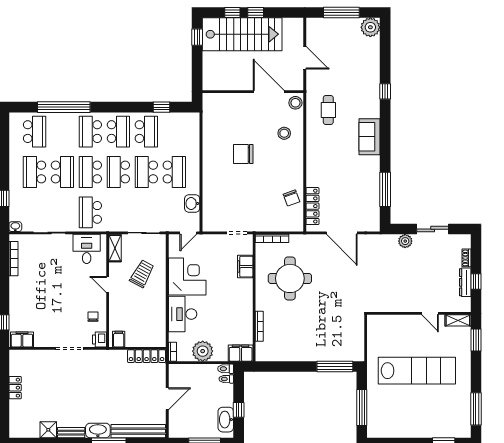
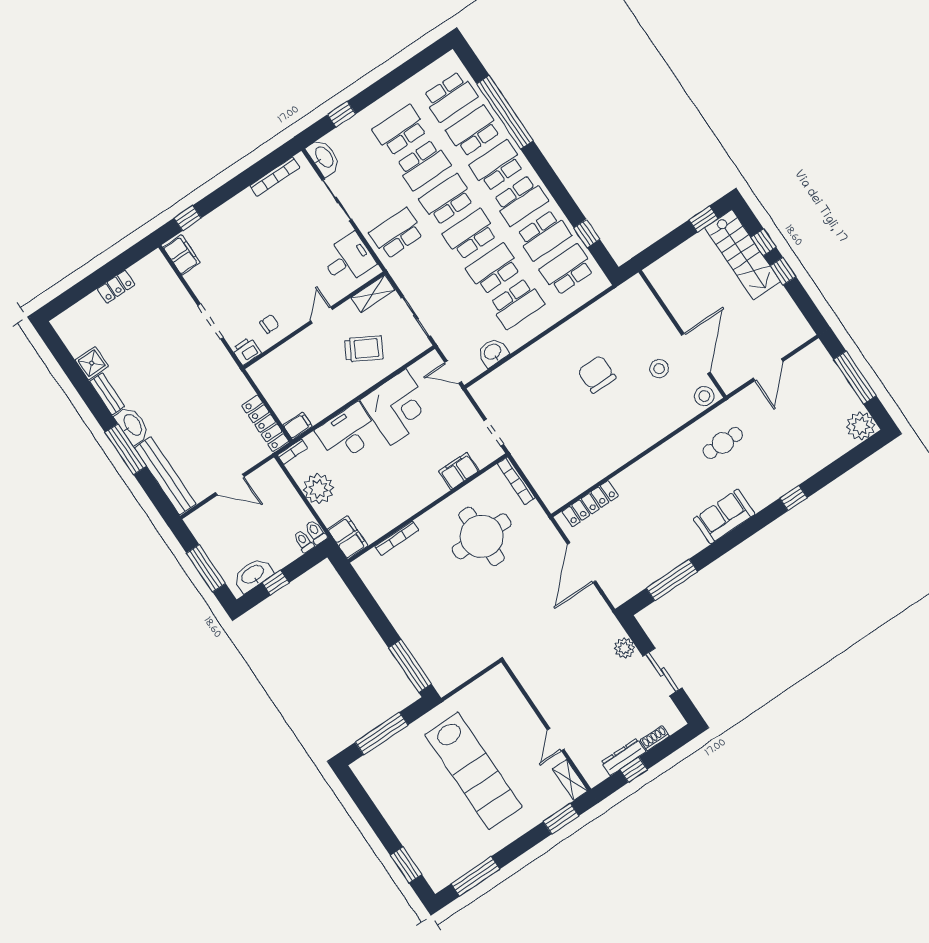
stairs: (242, 34) -> (743, 255), width x0.73, depth x0.66
school desk: (62, 132) -> (473, 131), added
school desk: (174, 132) -> (567, 270), added
stool: (284, 133) -> (659, 369), moved
chair: (291, 198) -> (583, 471), removed
washbasin: (15, 227) -> (324, 157), width x1.91, depth x1.45
filing cabinet: (119, 339) -> (298, 426), moved

